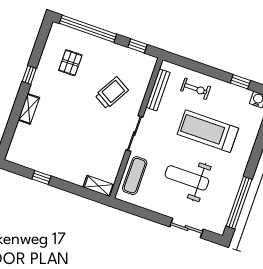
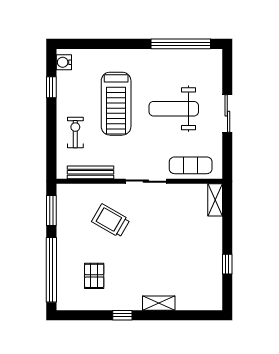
window: (137, 46) -> (51, 210), width x1.50
pallet: (70, 63) -> (94, 276), turned 90
weight bench: (187, 178) -> (174, 109), turned 90
sliding door: (187, 228) -> (227, 114), moved

